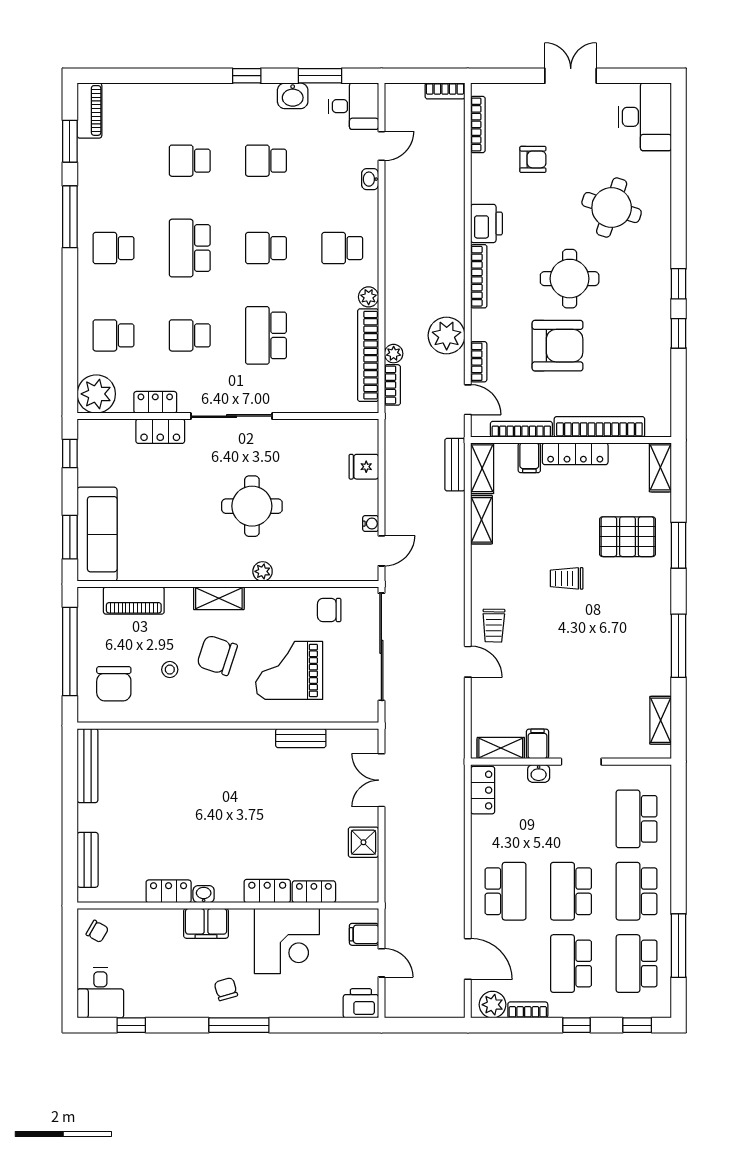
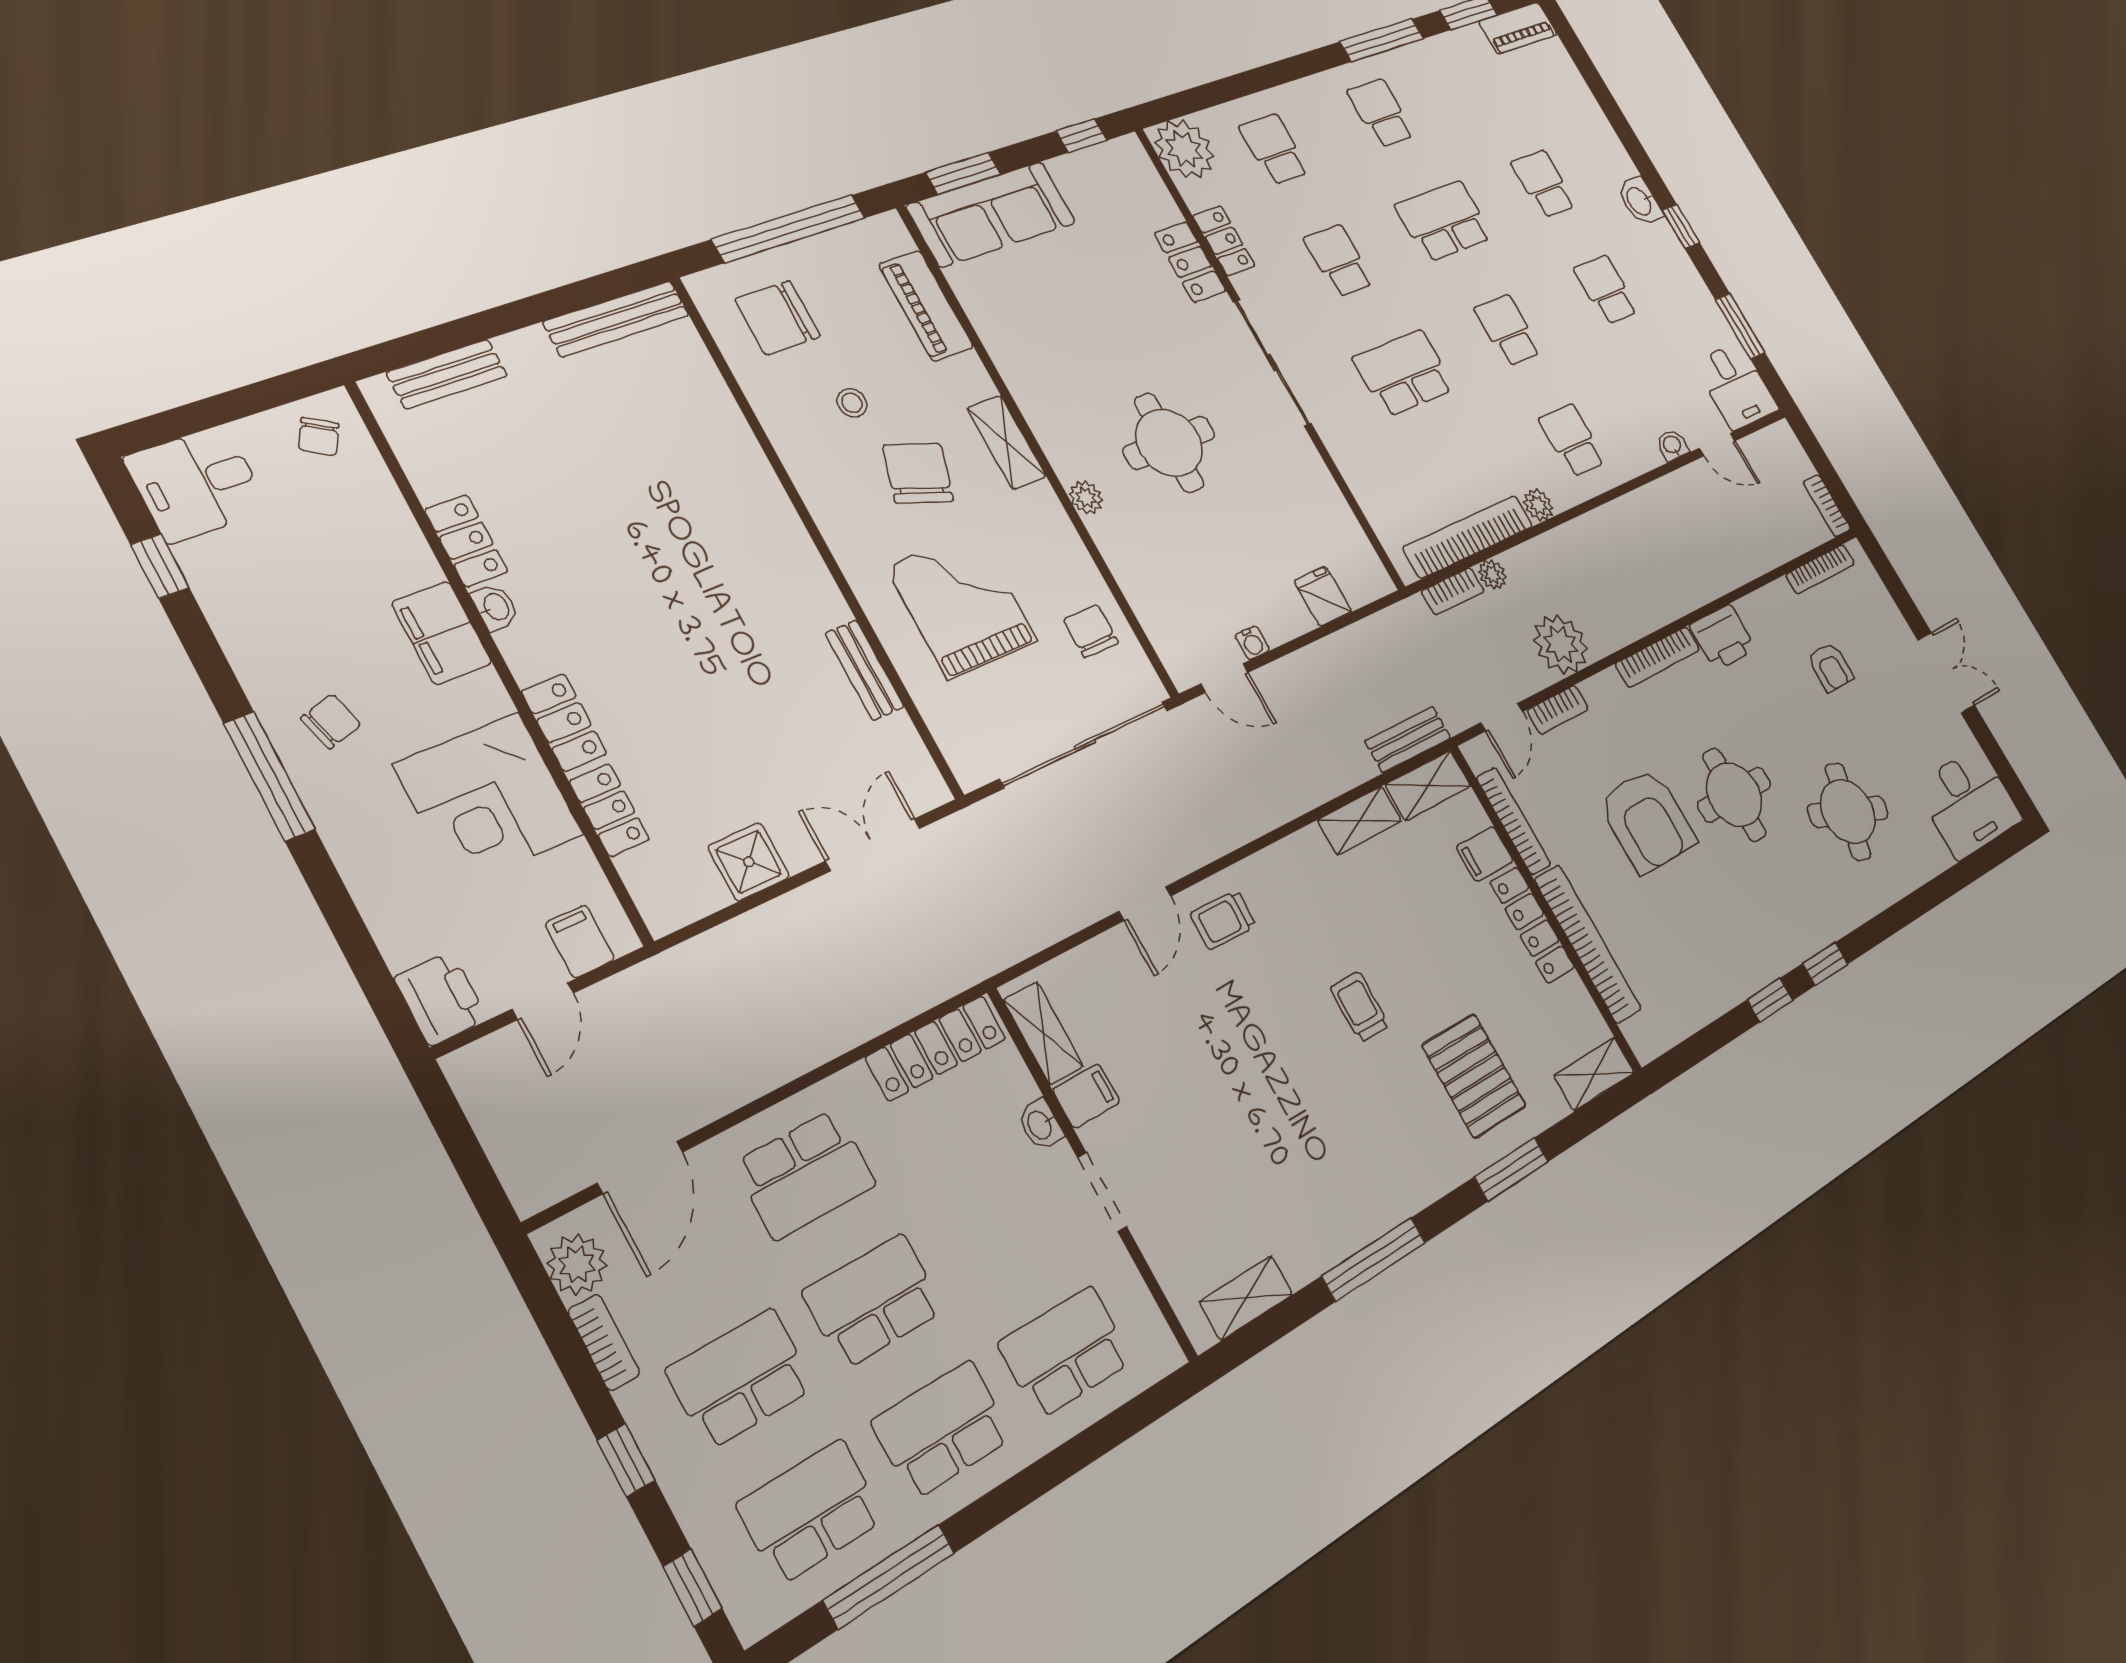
washbasin: (293, 96) -> (1640, 201), moved
locker: (483, 790) -> (936, 1048), width x1.53

